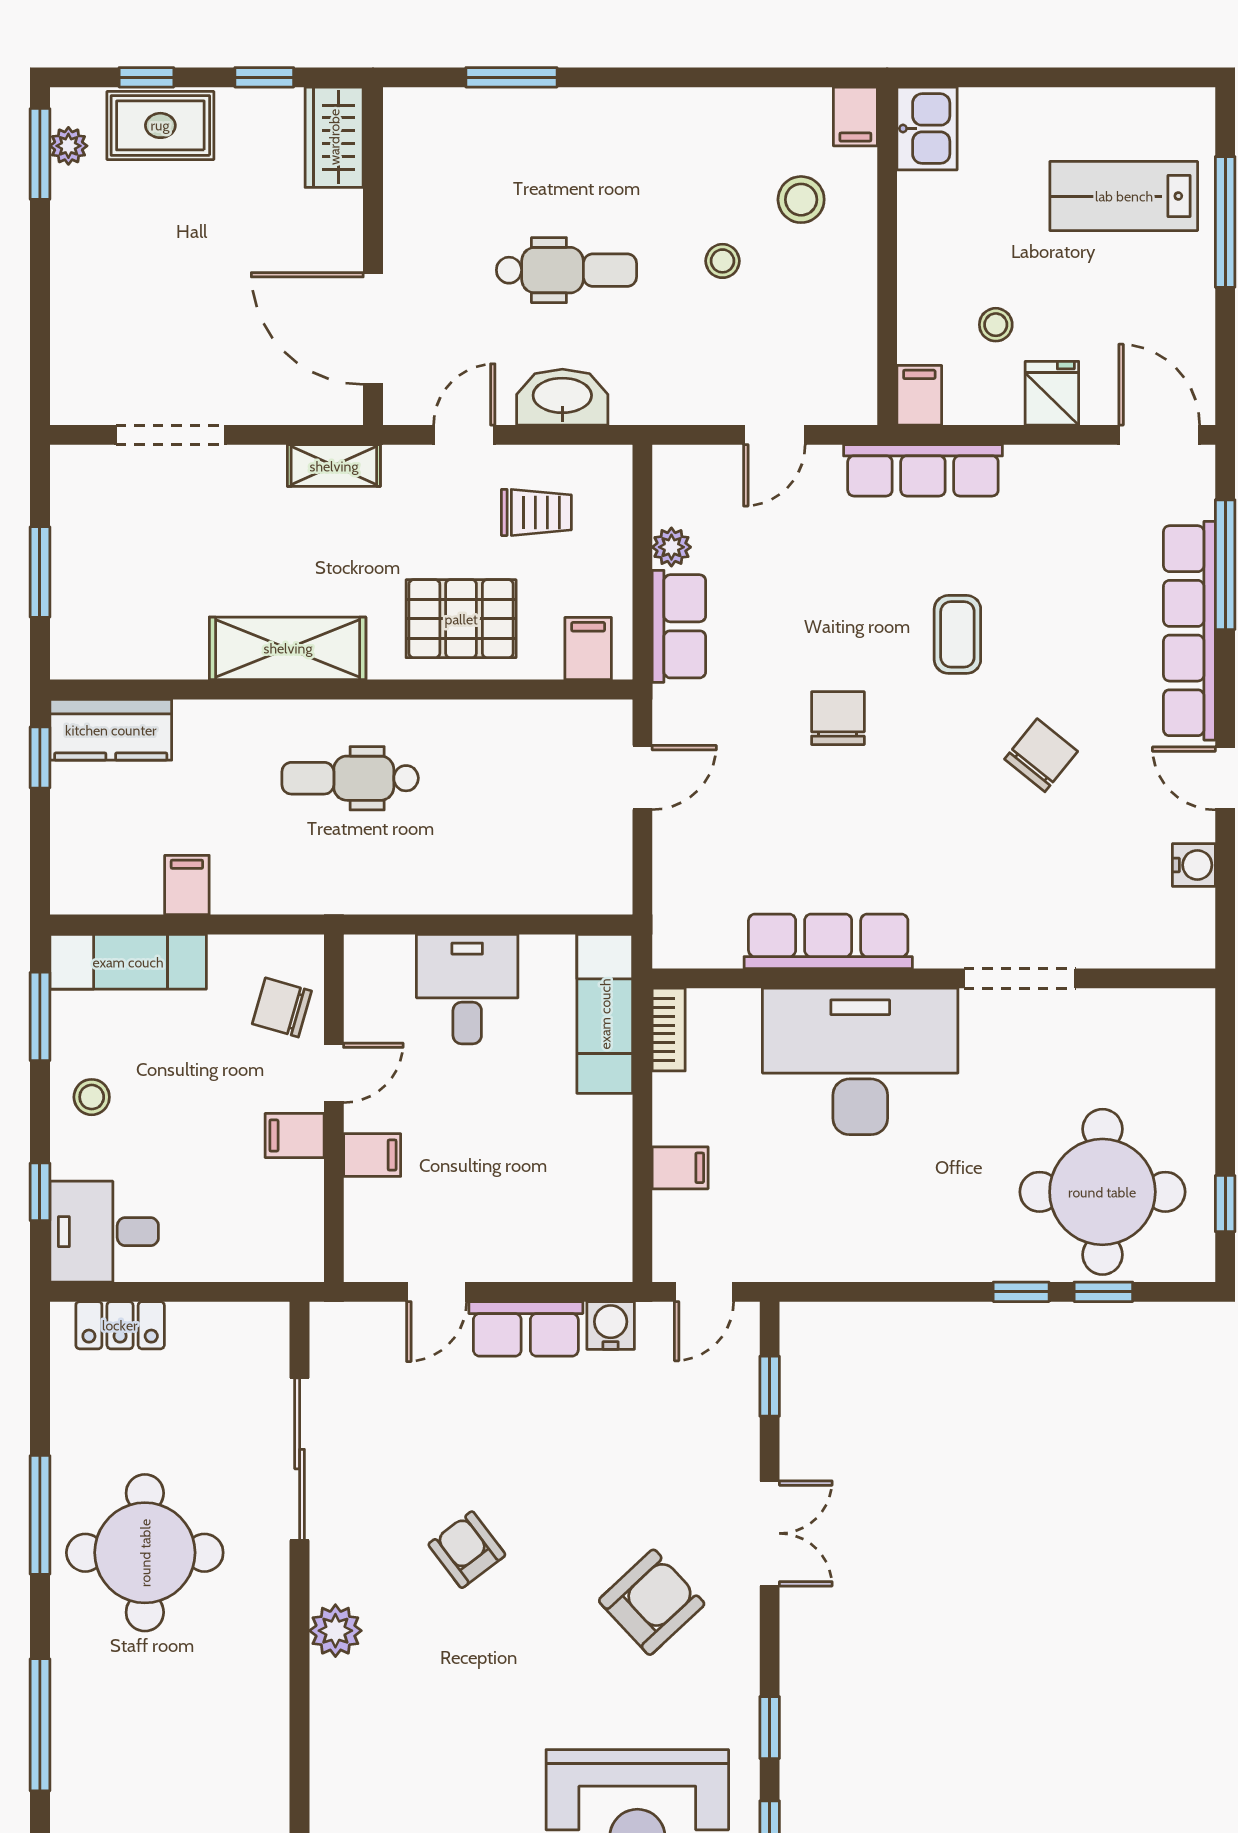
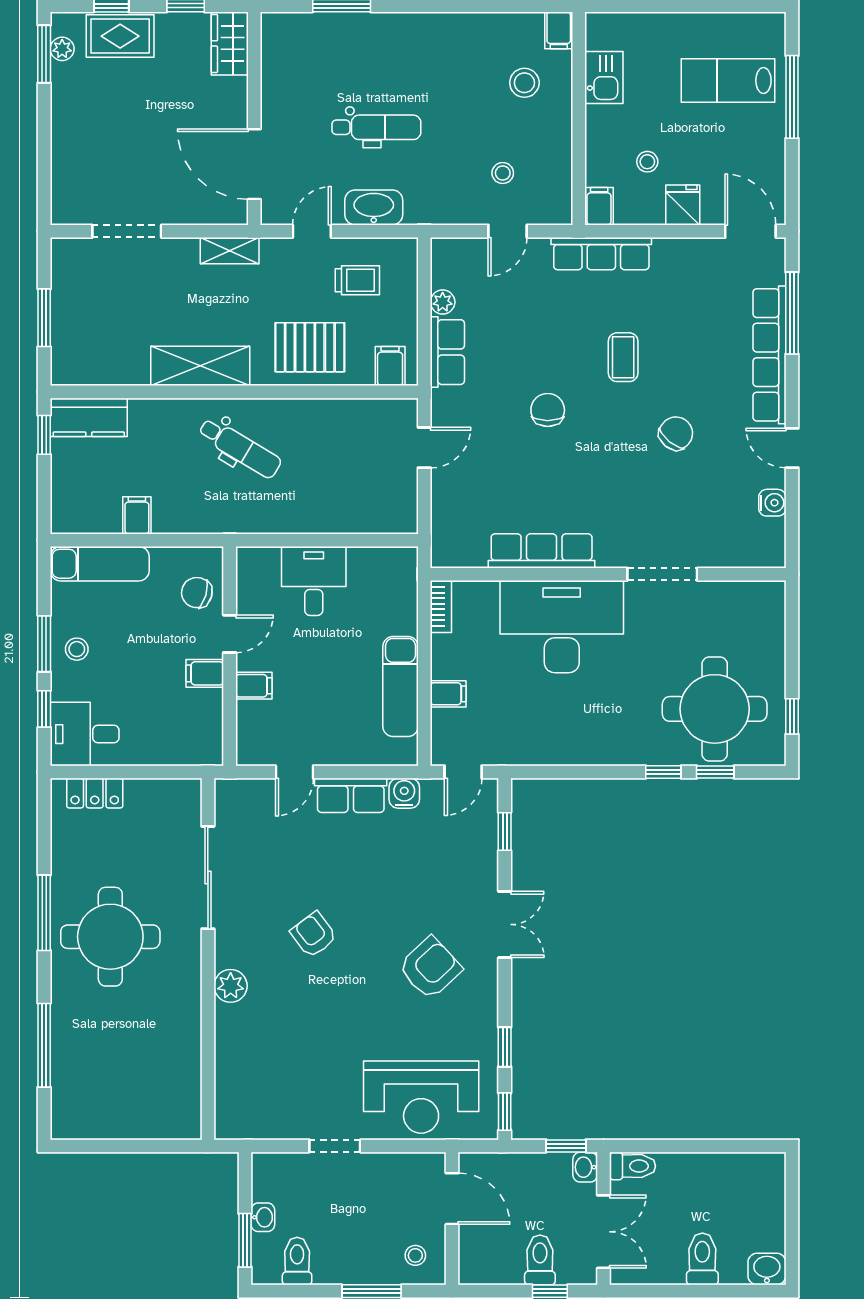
kitchen sink: (927, 129) -> (604, 78), moved
stool: (722, 261) -> (503, 173), moved
dental chair: (350, 778) -> (240, 448), turned -149
exam couch: (605, 1014) -> (400, 687), moved
window: (40, 1016) -> (44, 644), moved

